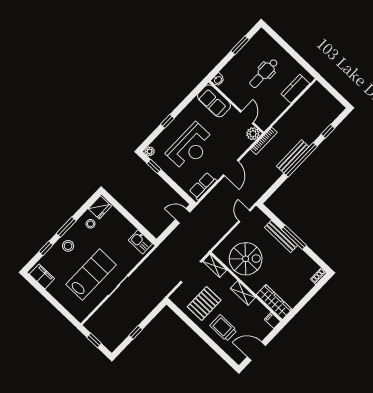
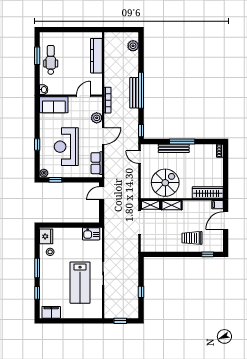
dental chair: (264, 73) -> (51, 60), moved, turned 180
kitchen counter: (295, 89) -> (96, 56), width x1.50
plant: (330, 115) -> (133, 46), added
door: (247, 117) -> (83, 96), hinge flipped
window: (328, 131) -> (141, 131), moved
plant: (253, 134) -> (97, 118), moved
reception desk: (190, 147) -> (66, 147), turned 180
door: (231, 168) -> (103, 136), hinge flipped
stool: (68, 246) -> (49, 278), removed
lab bench: (91, 275) -> (80, 283), turned 180
shelving: (243, 293) -> (172, 205), moved
pallet: (204, 304) -> (166, 234), removed
door: (256, 351) -> (226, 221), moved
window: (223, 355) -> (208, 254), added

